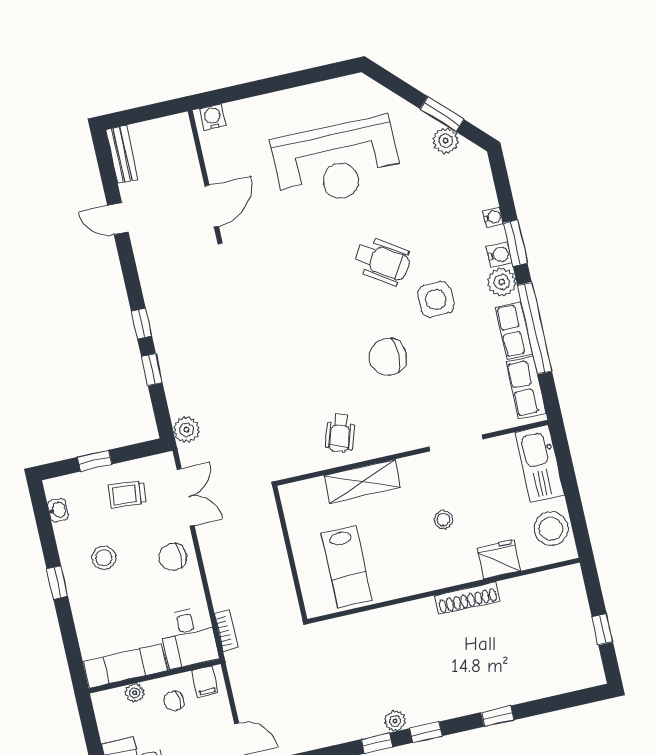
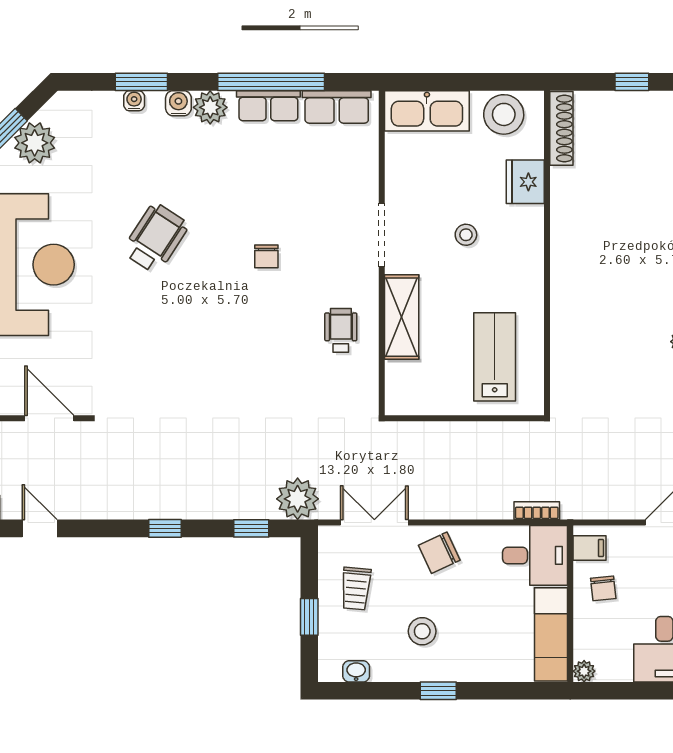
plant: (446, 141) -> (35, 143), width x1.36, depth x1.36
door: (118, 219) -> (40, 528), swing flipped
window: (515, 243) -> (141, 82), moved
side table: (436, 300) -> (213, 187), removed
chair: (388, 357) -> (266, 256), width x0.54, depth x0.54
window: (152, 370) -> (251, 528), moved
plant: (186, 430) -> (298, 499), width x1.36, depth x1.36
wheelchair: (340, 433) -> (341, 330), turned -108
doorway: (456, 443) -> (382, 235), moved
chair: (173, 557) -> (439, 553), turned 65
lab bench: (347, 567) -> (495, 357), turned -90
shoe rack: (467, 598) -> (561, 128), moved
plant: (135, 693) -> (584, 671), moved

